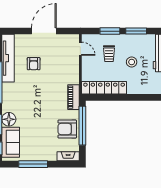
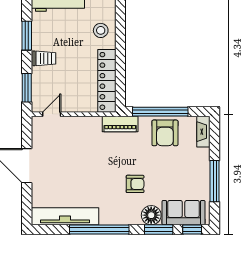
window: (110, 31) -> (27, 88), moved
trolley: (109, 54) -> (44, 58), moved
stool: (132, 62) -> (101, 30), moved
armchair: (34, 64) -> (135, 184), moved

